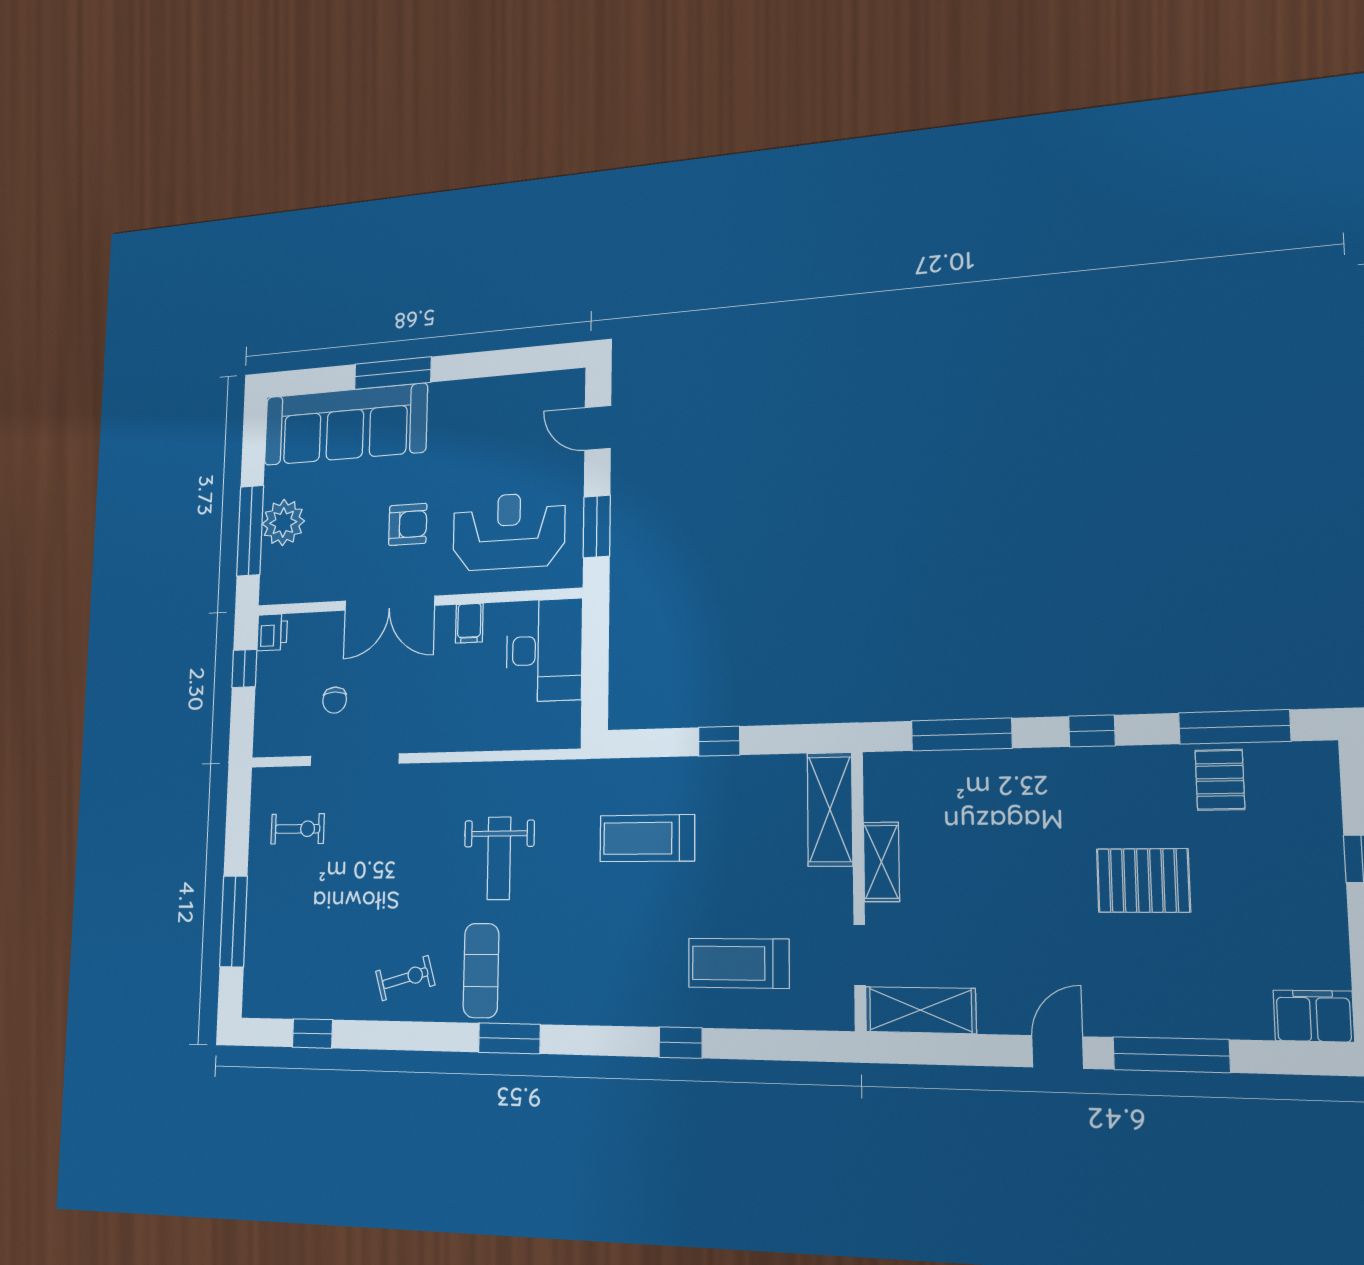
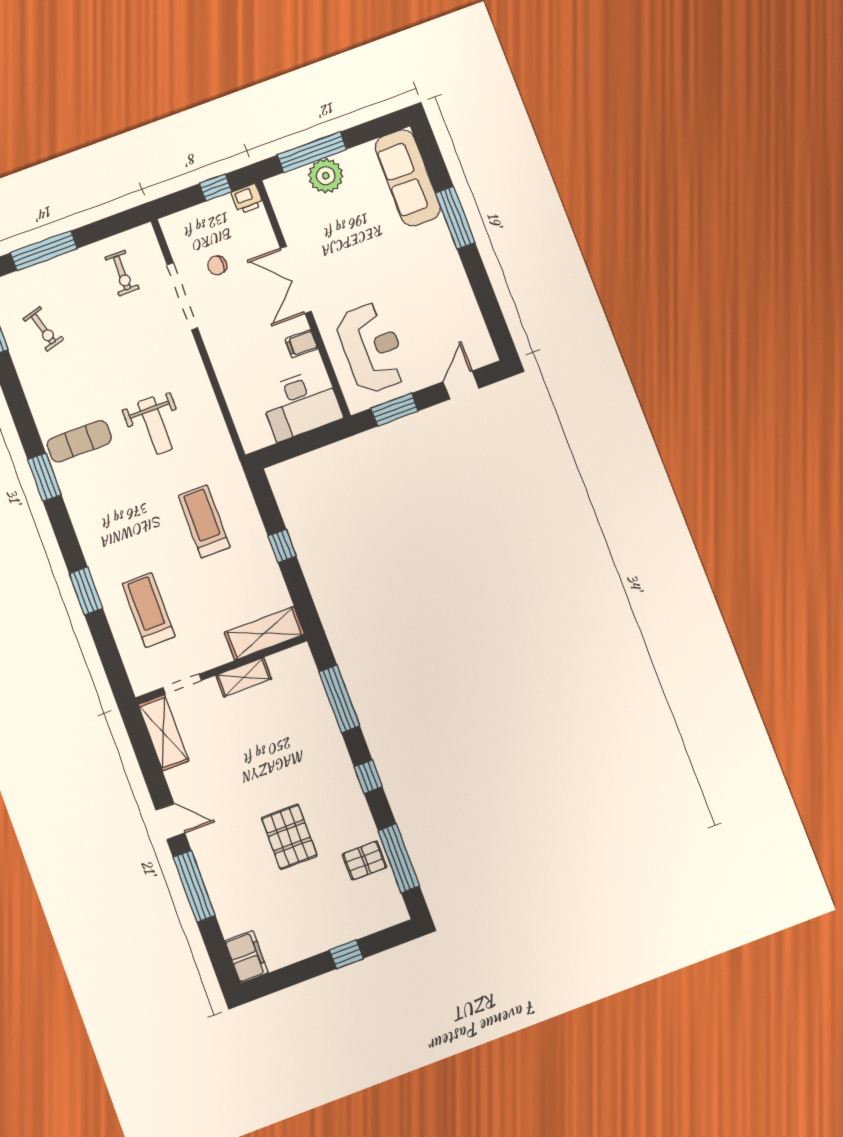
sofa: (345, 424) -> (408, 178), width x0.74, depth x0.79
armchair: (408, 524) -> (354, 272), removed
weight bench: (499, 858) -> (155, 426), turned -90
exercise bike: (405, 978) -> (43, 329), moved
window: (681, 1043) -> (86, 591), width x1.50

